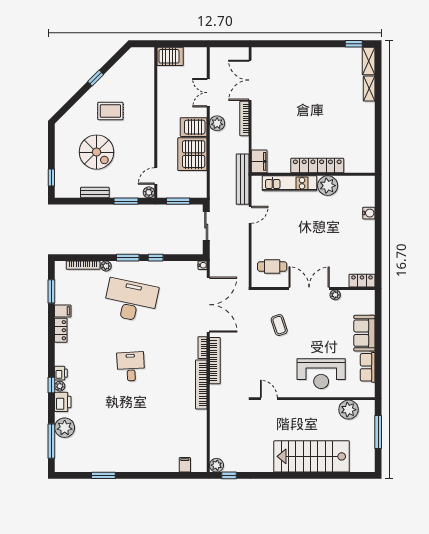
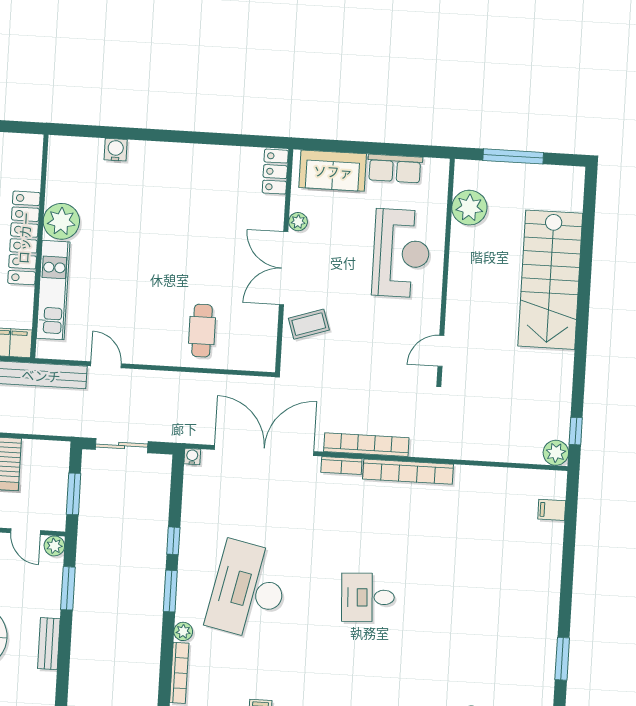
locker: (362, 281) -> (275, 172), moved
double door: (309, 288) -> (284, 268), moved
wall: (313, 288) -> (284, 261), moved
plant: (335, 295) -> (298, 222), moved

